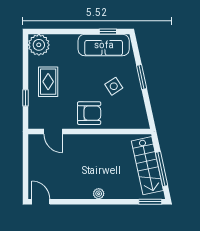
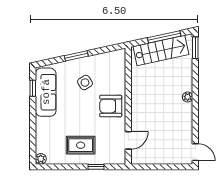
plant: (39, 45) -> (41, 159), width x0.53, depth x0.53
armchair: (89, 113) -> (111, 106), turned -90
door: (41, 202) -> (195, 152), swing flipped

